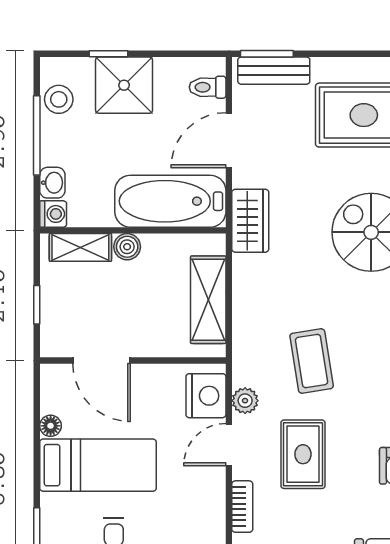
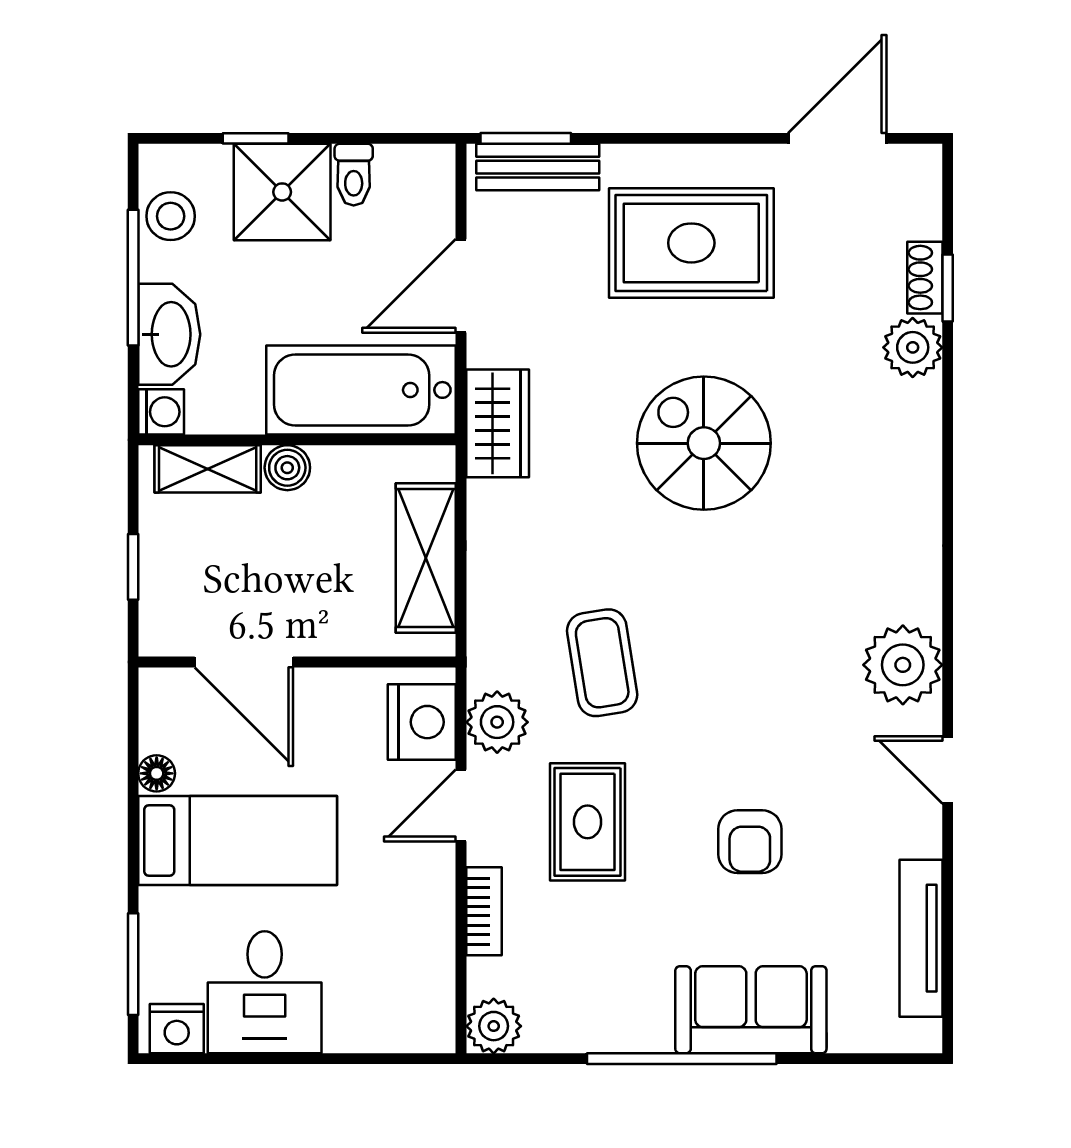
toilet: (208, 87) -> (354, 175), moved, turned -90
washbasin: (52, 183) -> (169, 334), width x1.91, depth x1.45
plant: (245, 401) -> (497, 722), width x1.38, depth x1.38

